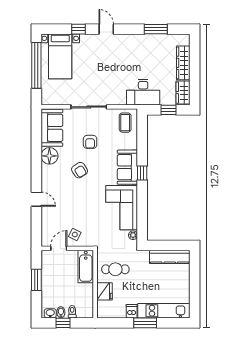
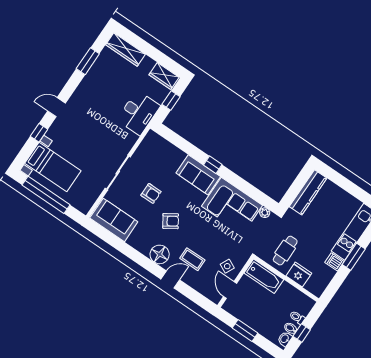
wardrobe: (183, 63) -> (125, 49), moved
coffee table: (125, 123) -> (192, 259), moved
floor lamp: (49, 156) -> (160, 254), moved

